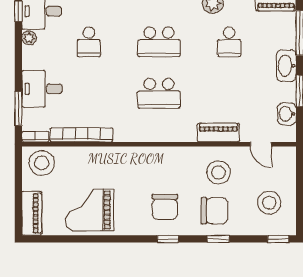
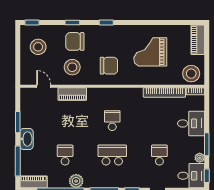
school desk: (159, 93) -> (112, 121), width x0.54
window: (18, 108) -> (207, 144), moved
washbasin: (287, 114) -> (26, 107), removed
chair: (165, 207) -> (109, 66), moved, turned 90
grand piano: (90, 210) -> (150, 52), moved, turned 180

